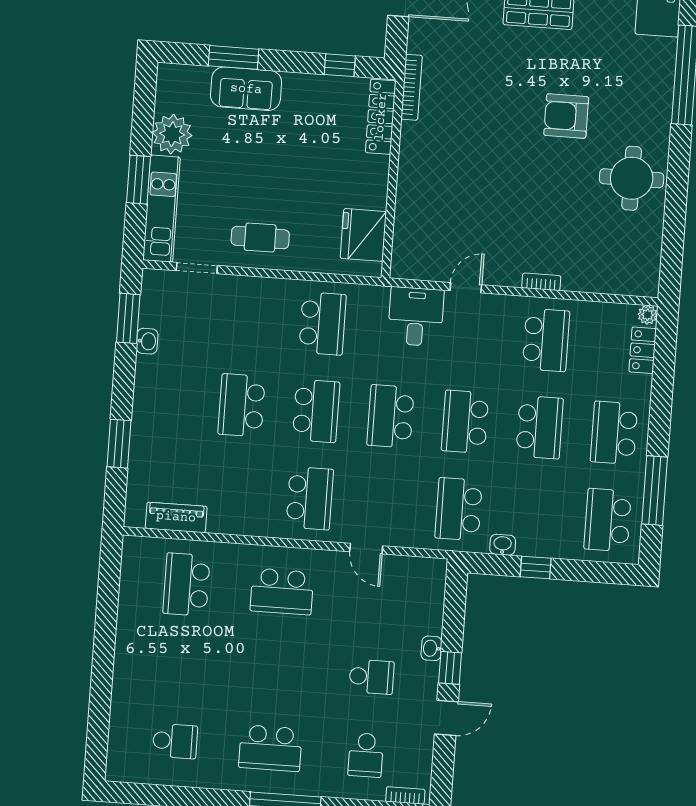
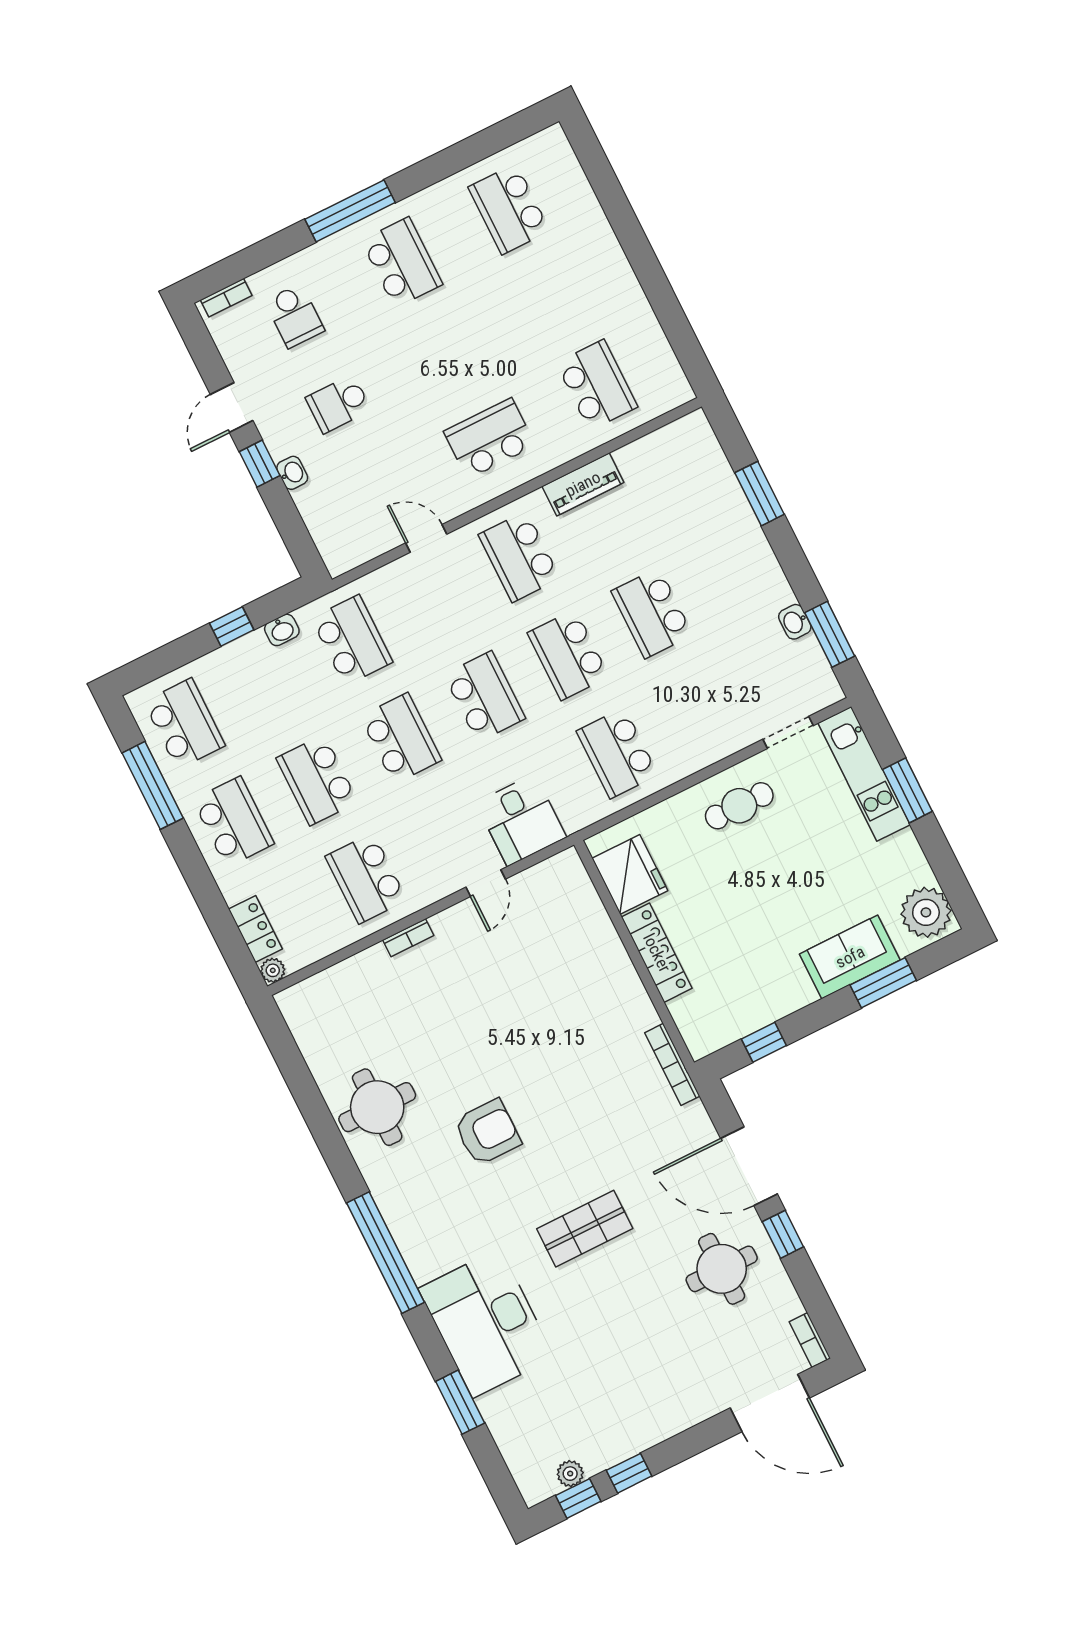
locker: (381, 117) -> (657, 953), moved
plant: (172, 134) -> (926, 912), moved
school desk: (242, 405) -> (652, 613), turned 180
piano: (176, 517) -> (583, 484), moved
school desk: (175, 741) -> (509, 209), width x1.85
school desk: (270, 748) -> (402, 262), turned 90
school desk: (366, 755) -> (295, 316), turned 180

